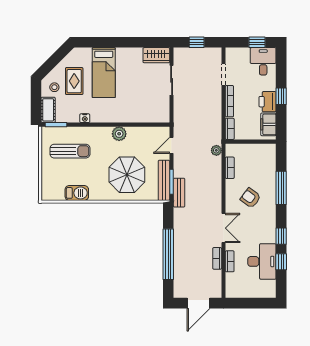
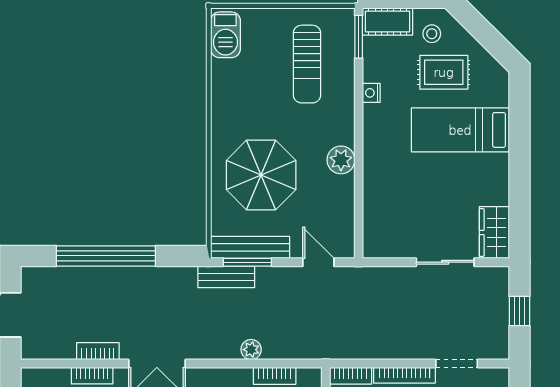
plant: (216, 150) -> (251, 350), moved
barbecue: (77, 193) -> (225, 35), moved

